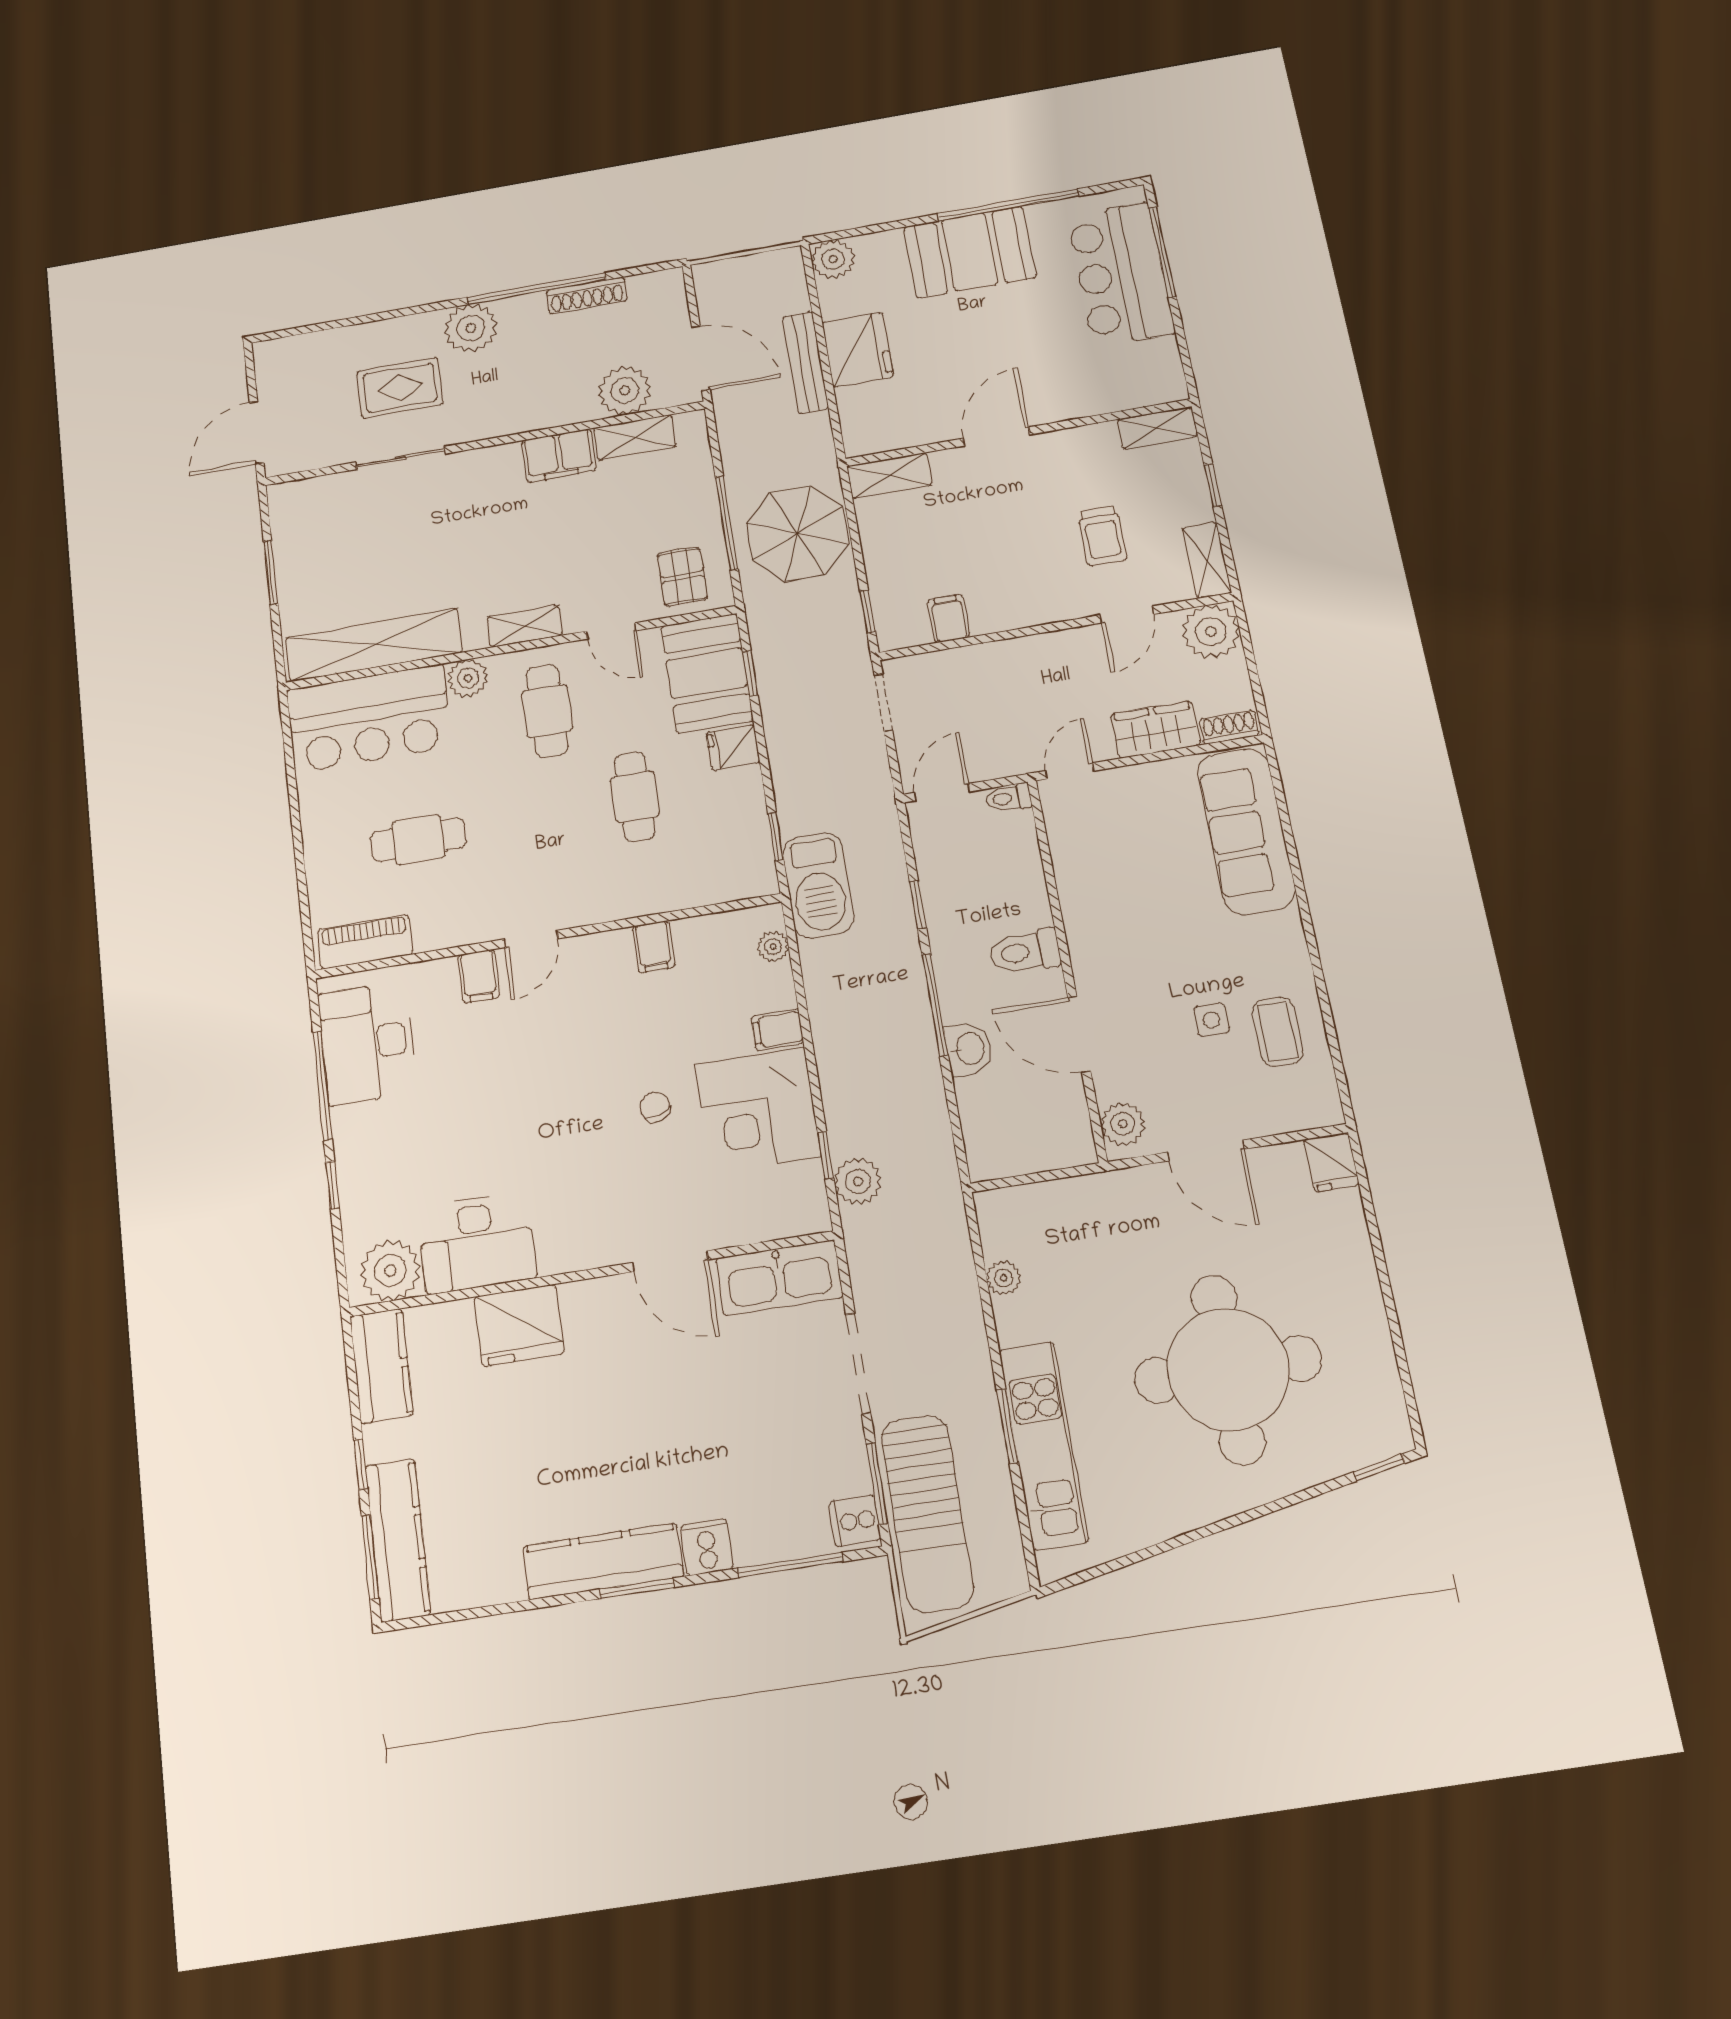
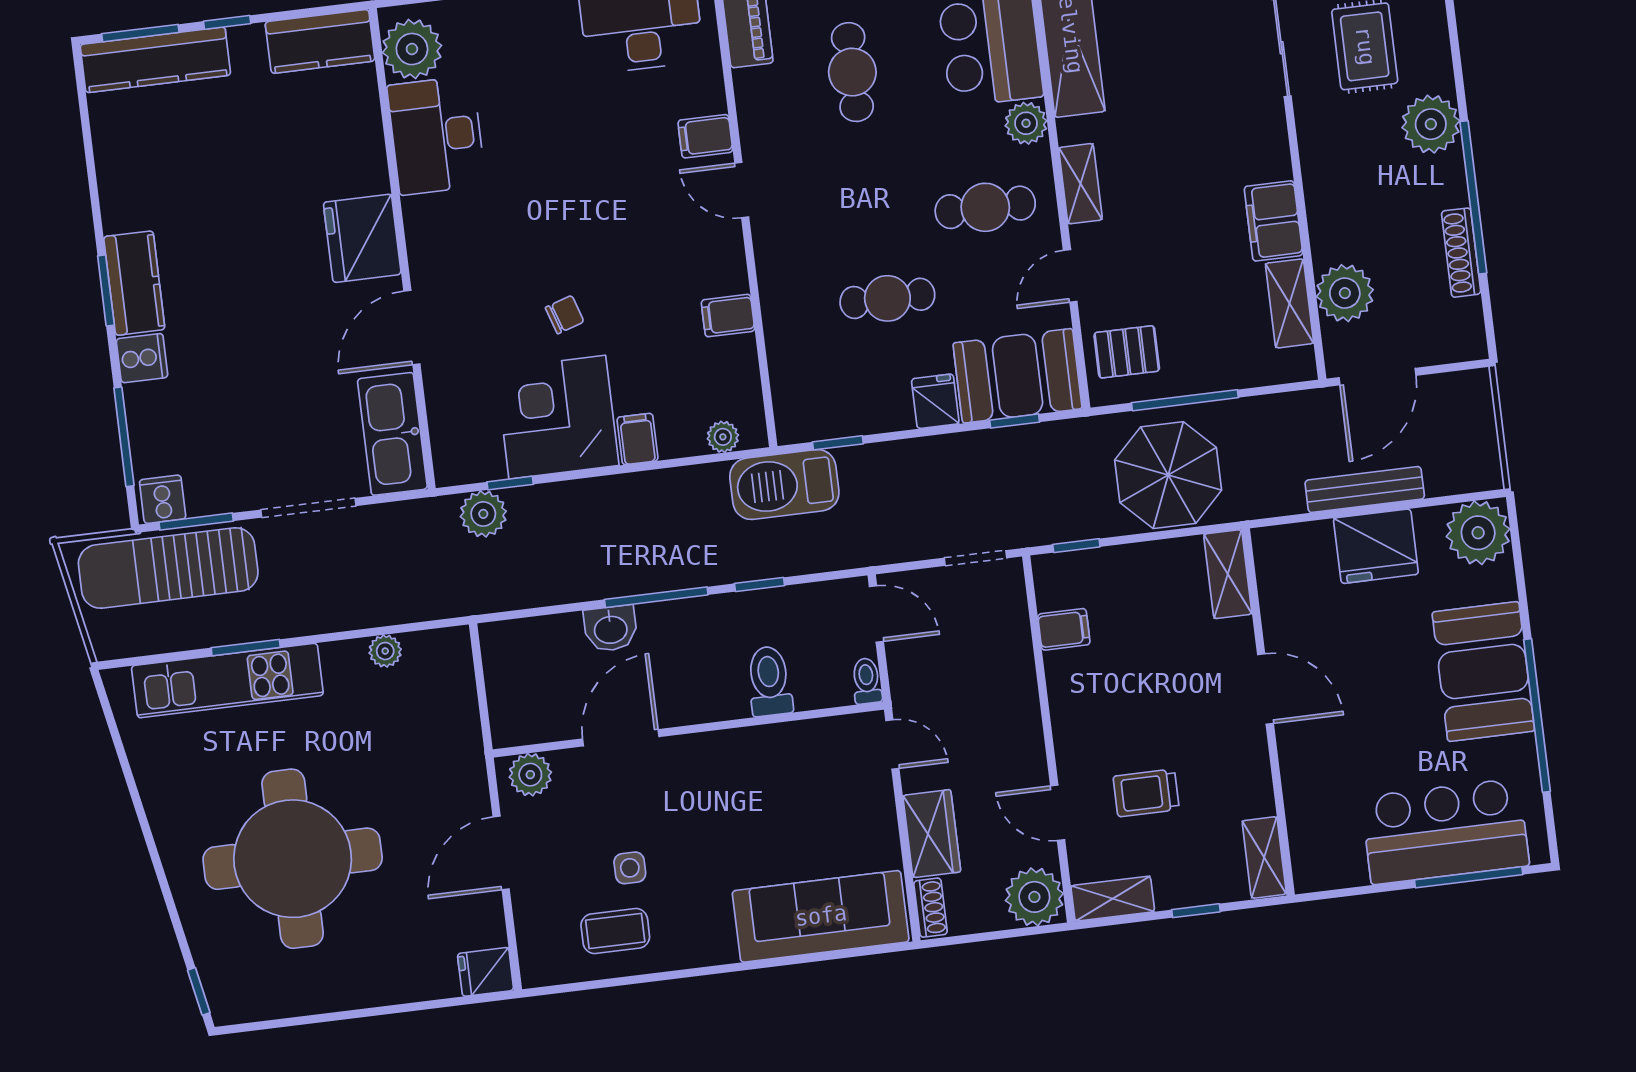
plant: (833, 259) -> (1478, 533), width x1.36, depth x1.36
toilet: (1025, 952) -> (769, 681), moved
fridge: (519, 1325) -> (362, 238), moved
kitchen counter: (603, 1561) -> (134, 283), width x0.67

